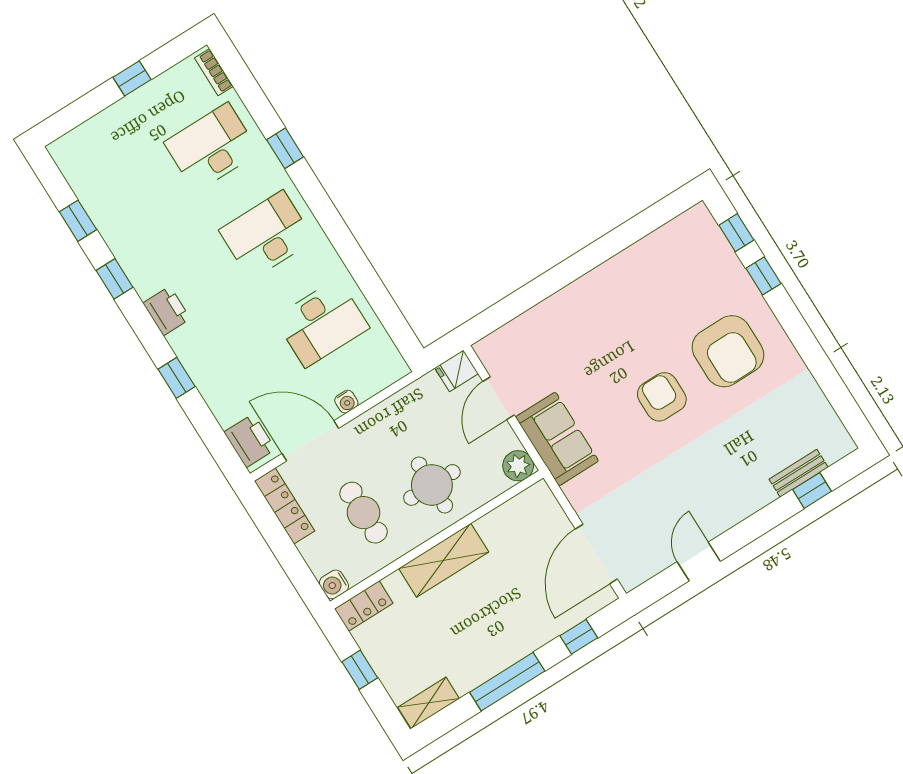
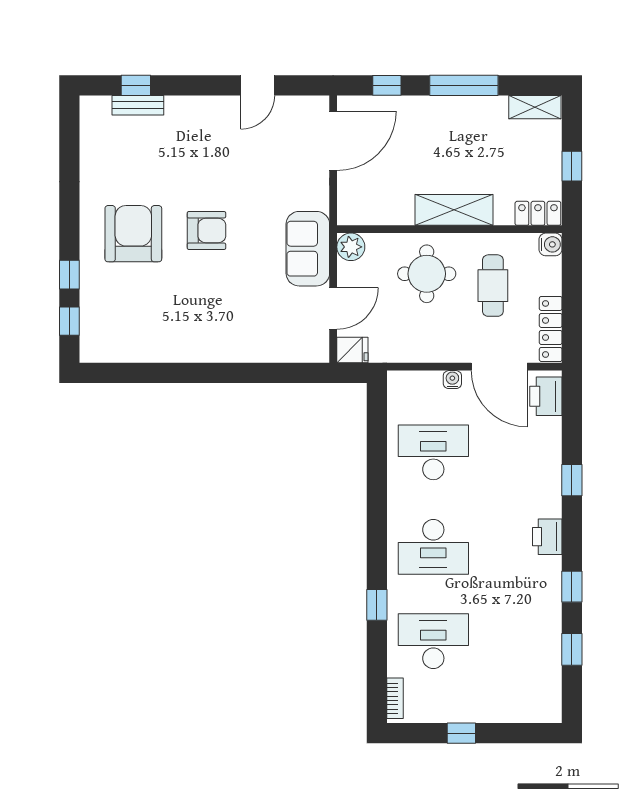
desk: (212, 147) -> (433, 641), turned 180
armchair: (662, 397) -> (206, 230), turned -90

